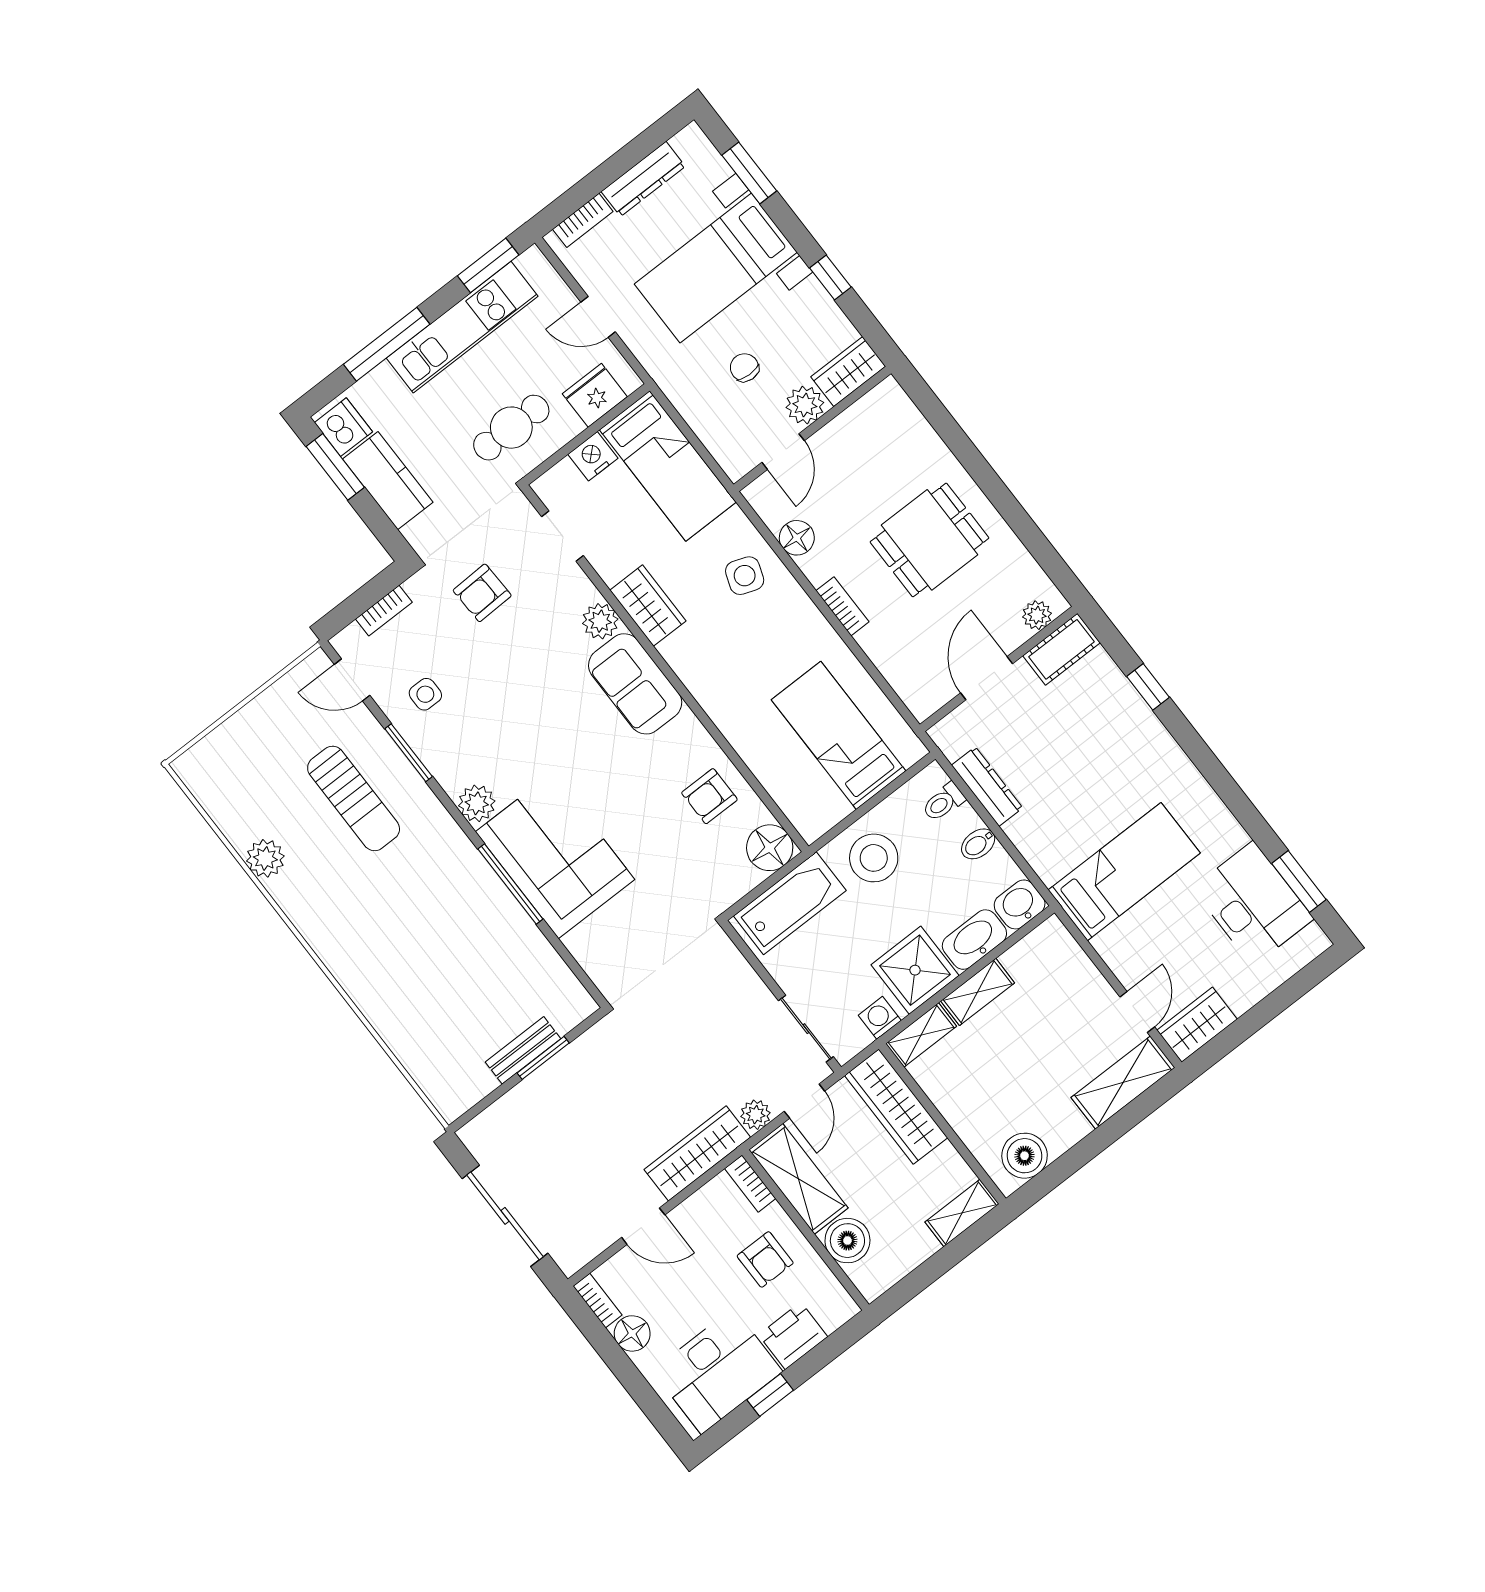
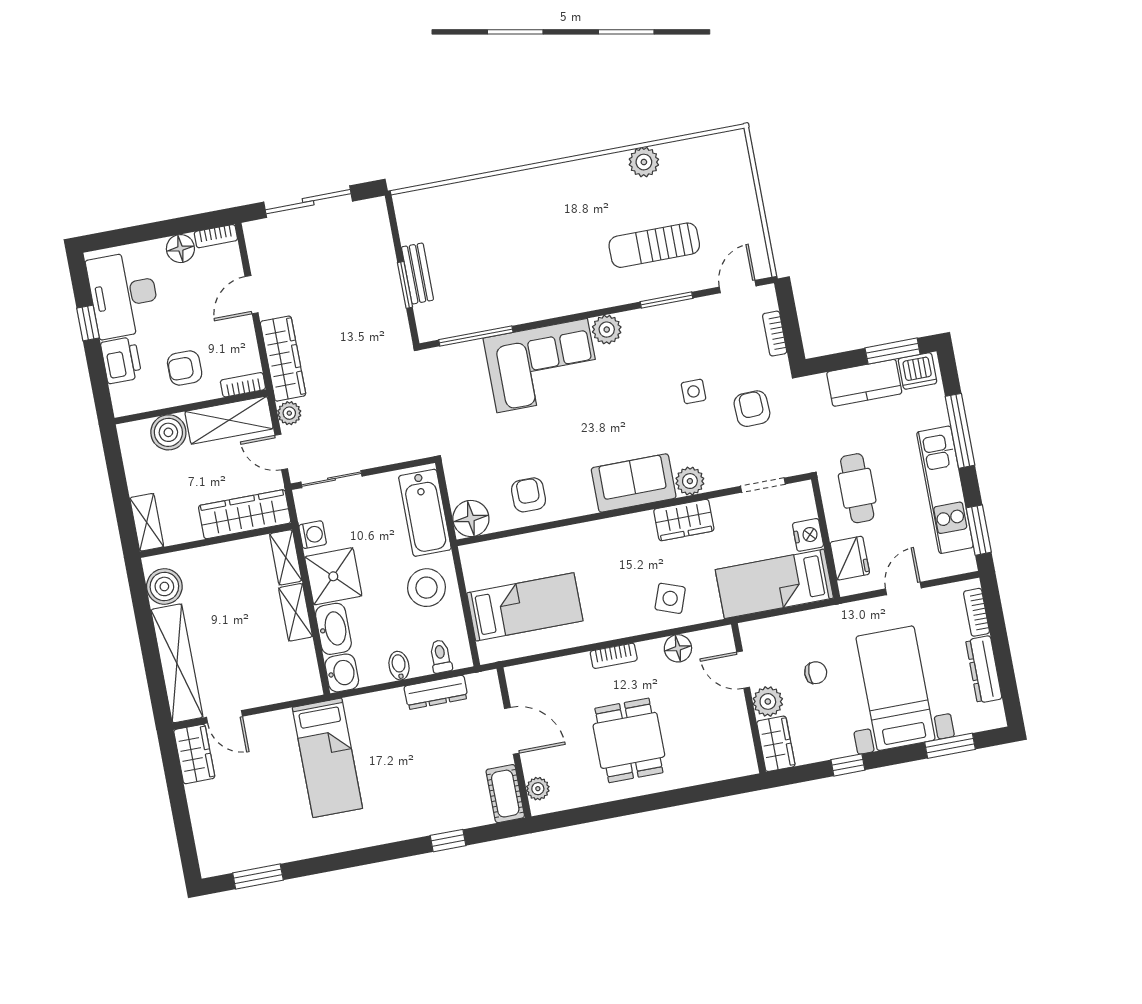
side table: (425, 694) -> (694, 391), moved
window: (510, 884) -> (476, 336), moved
desk: (1253, 904) -> (259, 836), removed
shelving: (1123, 1083) -> (177, 663), width x1.47

